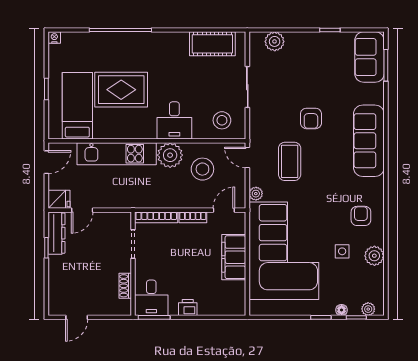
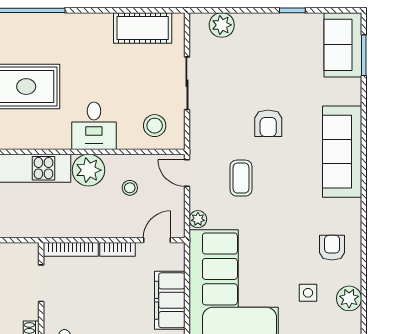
coffee table: (290, 161) -> (241, 178), width x0.73, depth x0.77
stool: (202, 169) -> (130, 188), width x0.53, depth x0.53

